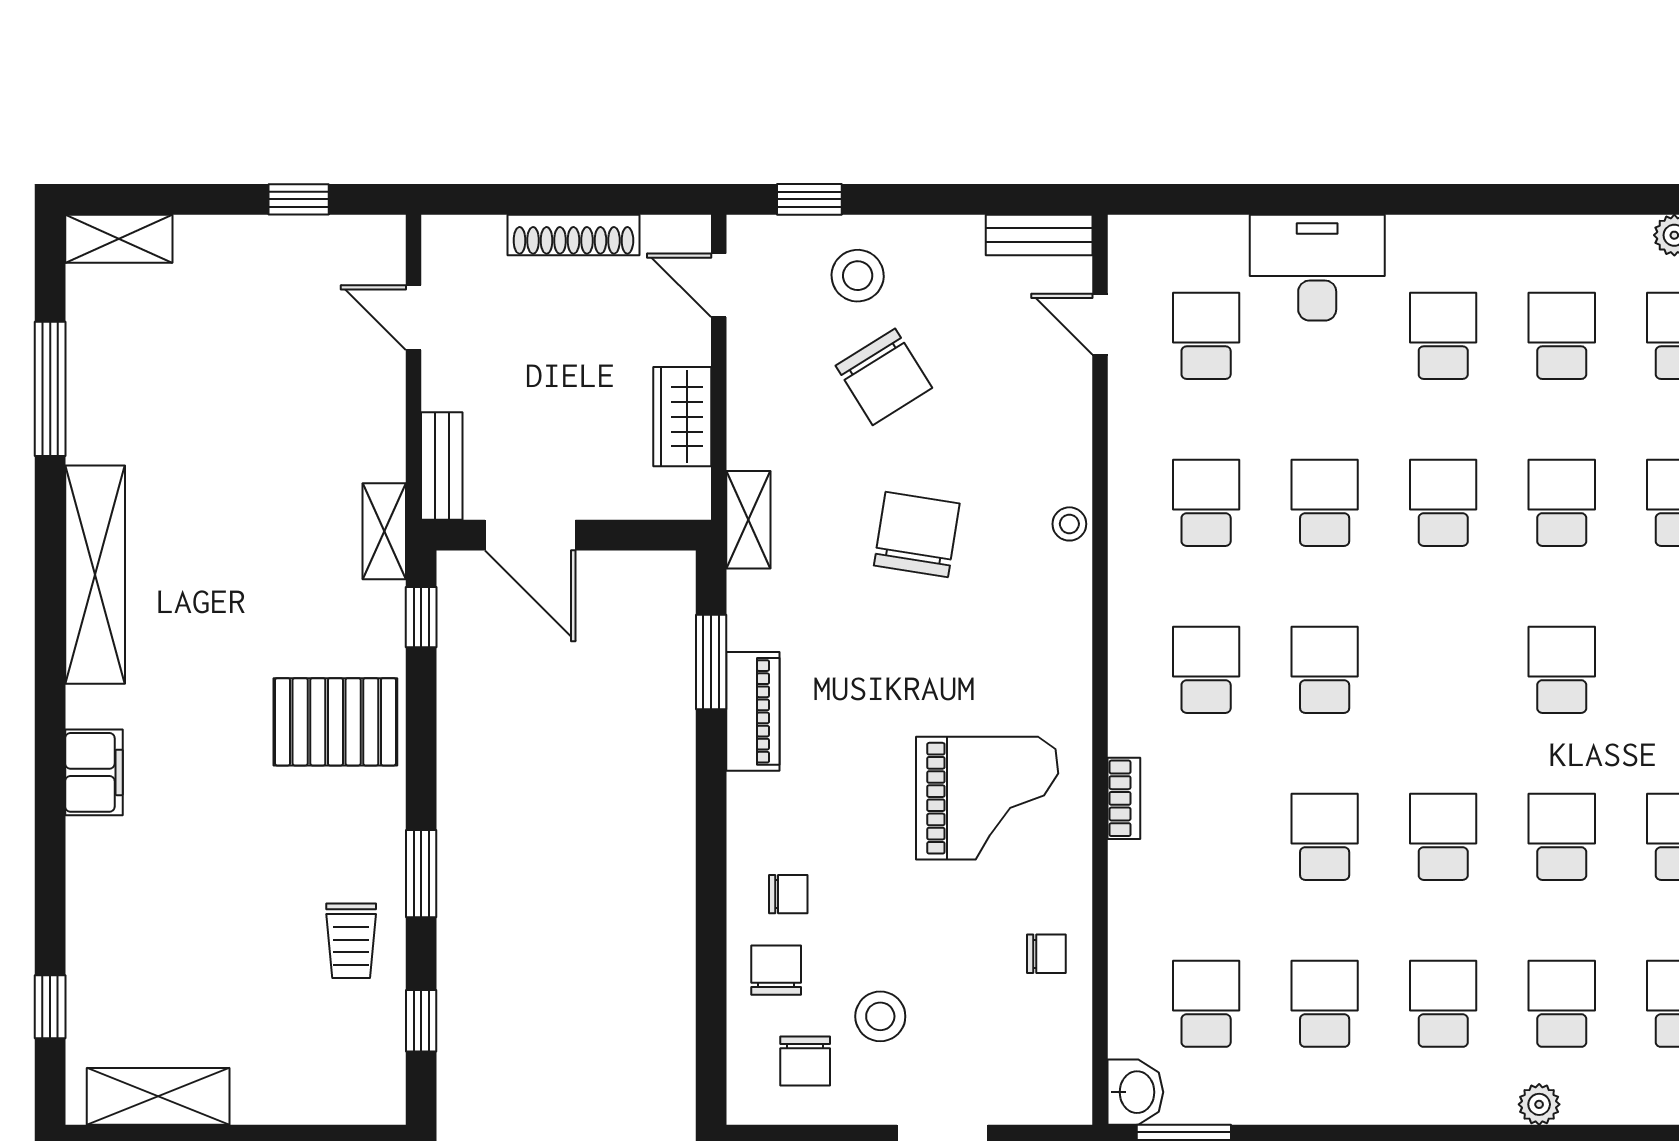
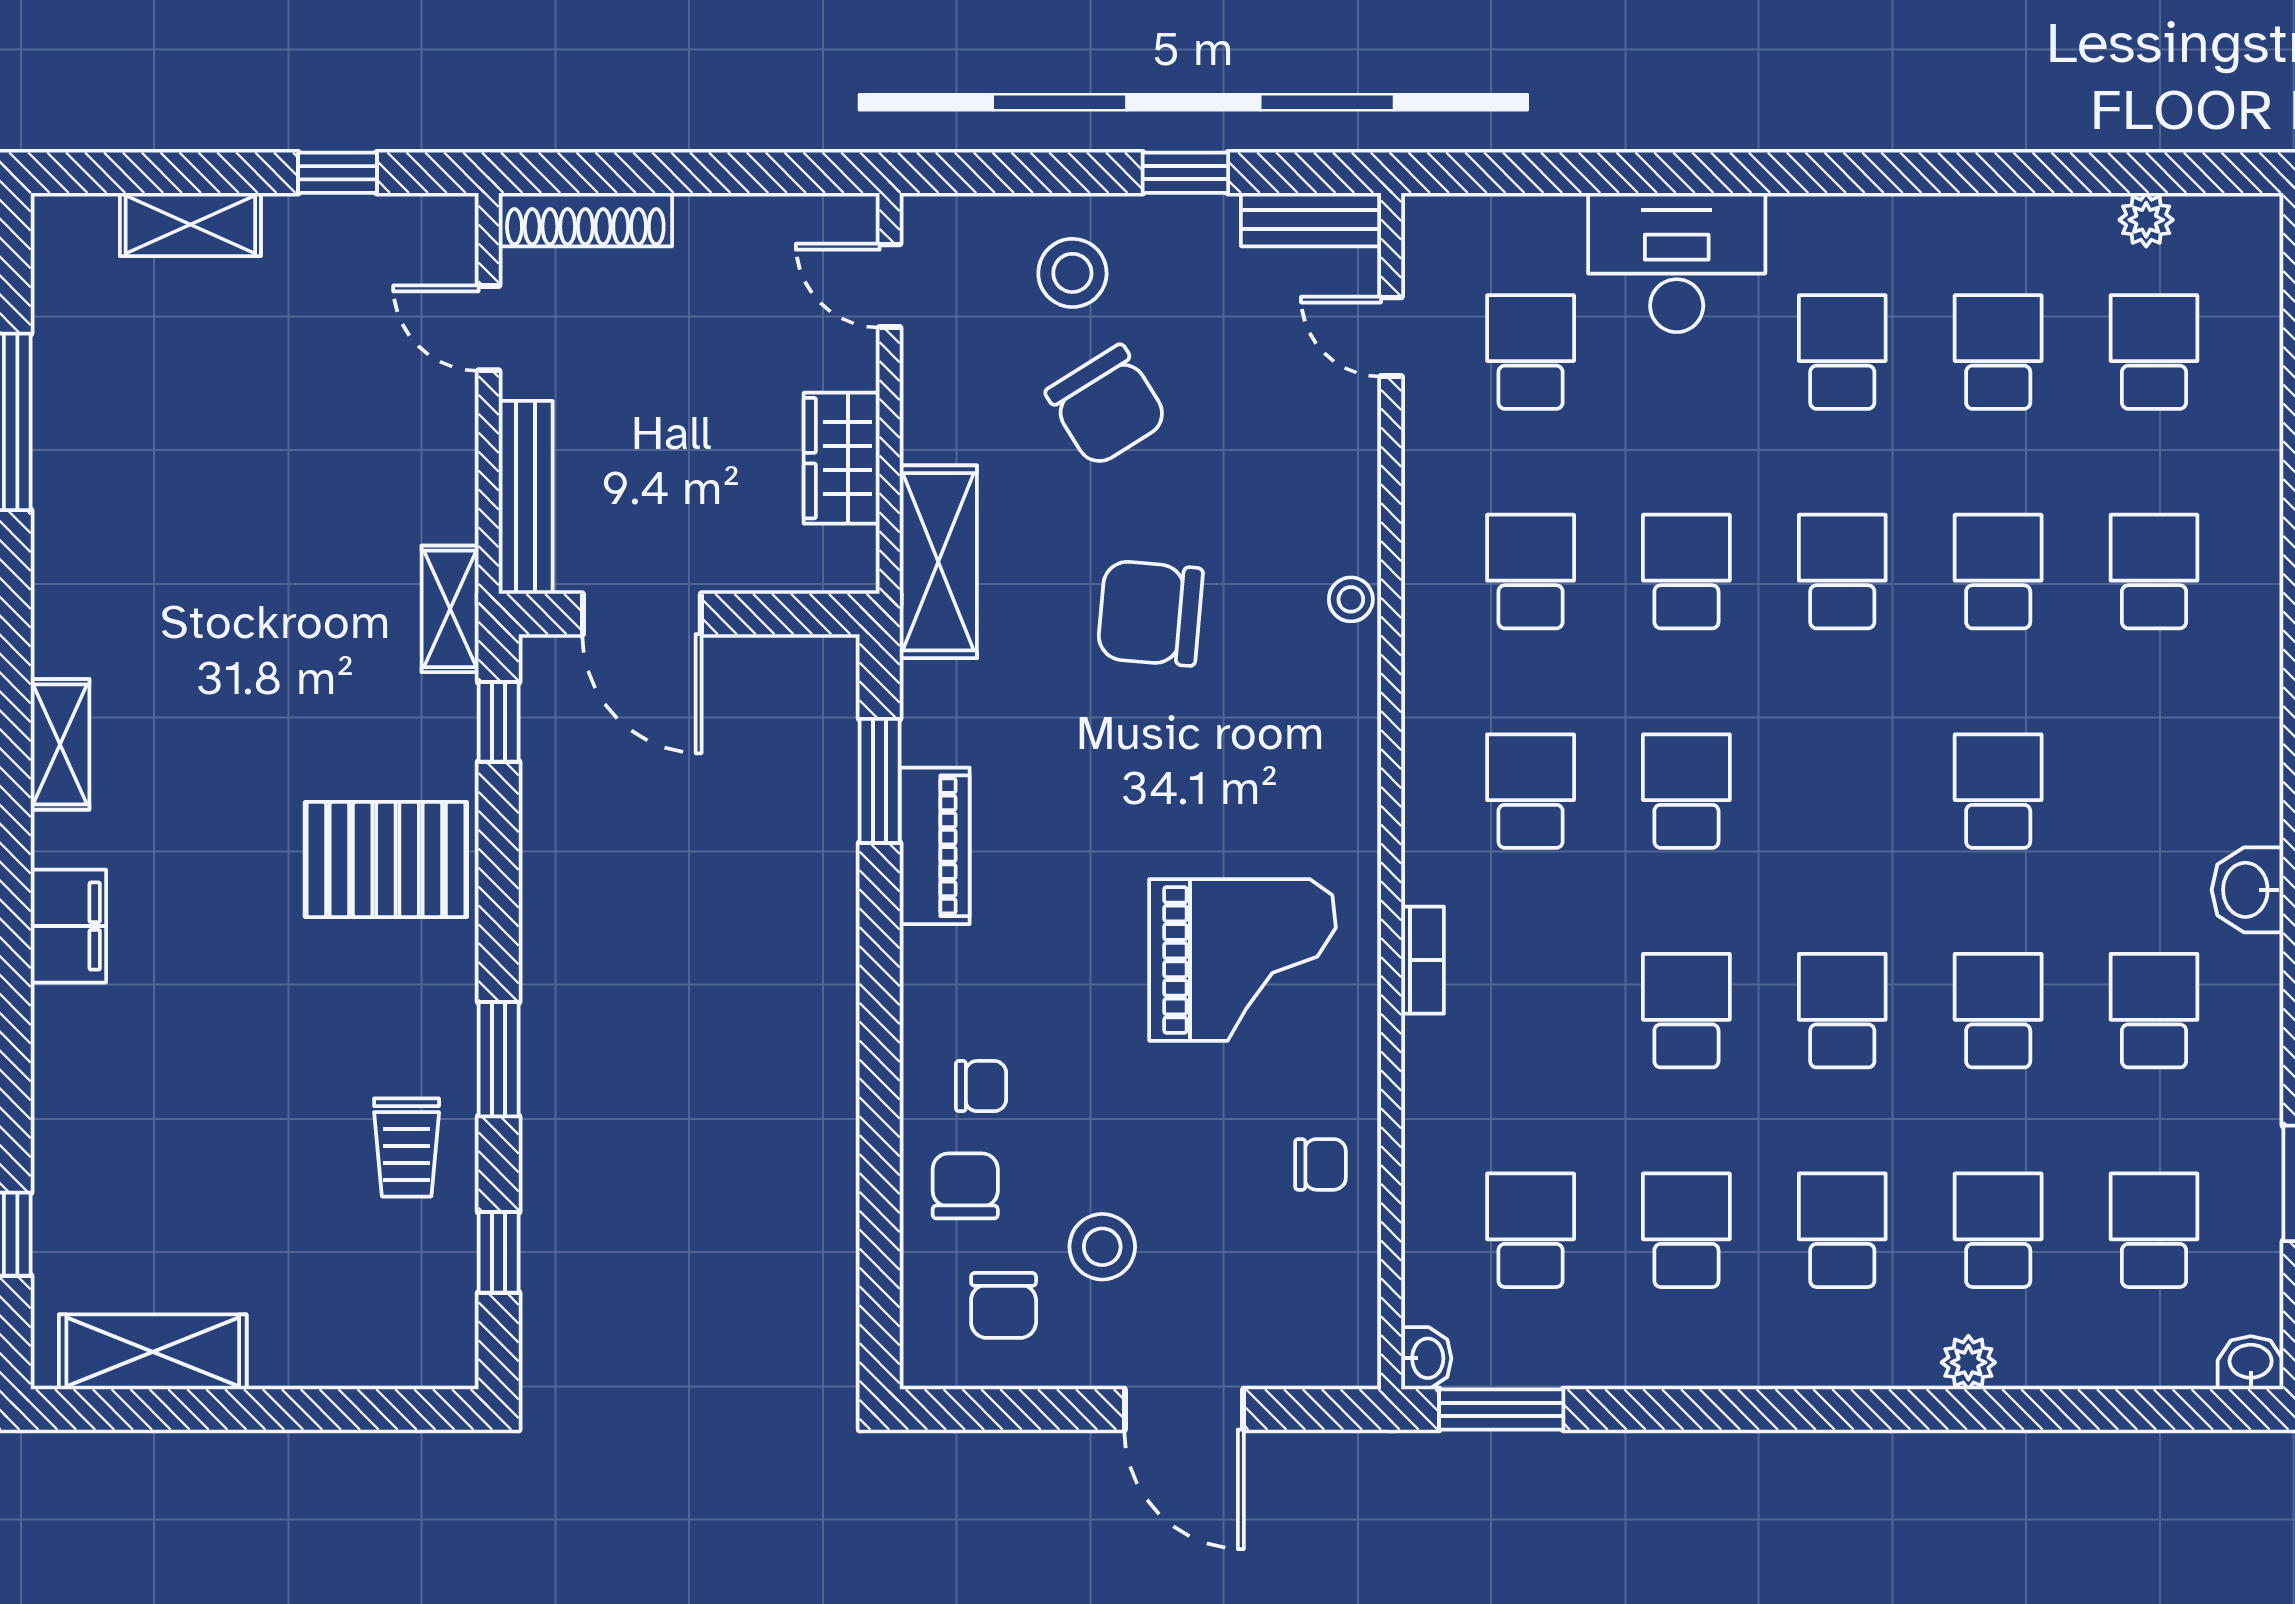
window: (809, 199) -> (1185, 173), moved
shoe rack: (573, 235) -> (585, 220), moved
shelving: (119, 239) -> (190, 225), moved
bench: (442, 466) -> (526, 497), width x1.36
shelving: (748, 520) -> (938, 562), width x1.50, depth x1.33
chair: (917, 534) -> (1150, 613), turned -94
shelving: (95, 575) -> (60, 744), width x0.45, depth x0.75
washbasin: (1135, 1092) -> (1426, 1358), width x0.72, depth x0.69

